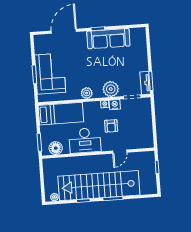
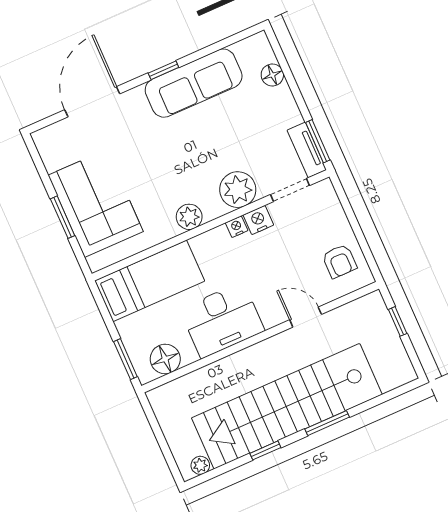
floor lamp: (142, 47) -> (272, 75), added
armchair: (111, 126) -> (339, 261), moved
door: (120, 152) -> (306, 317), swing flipped

